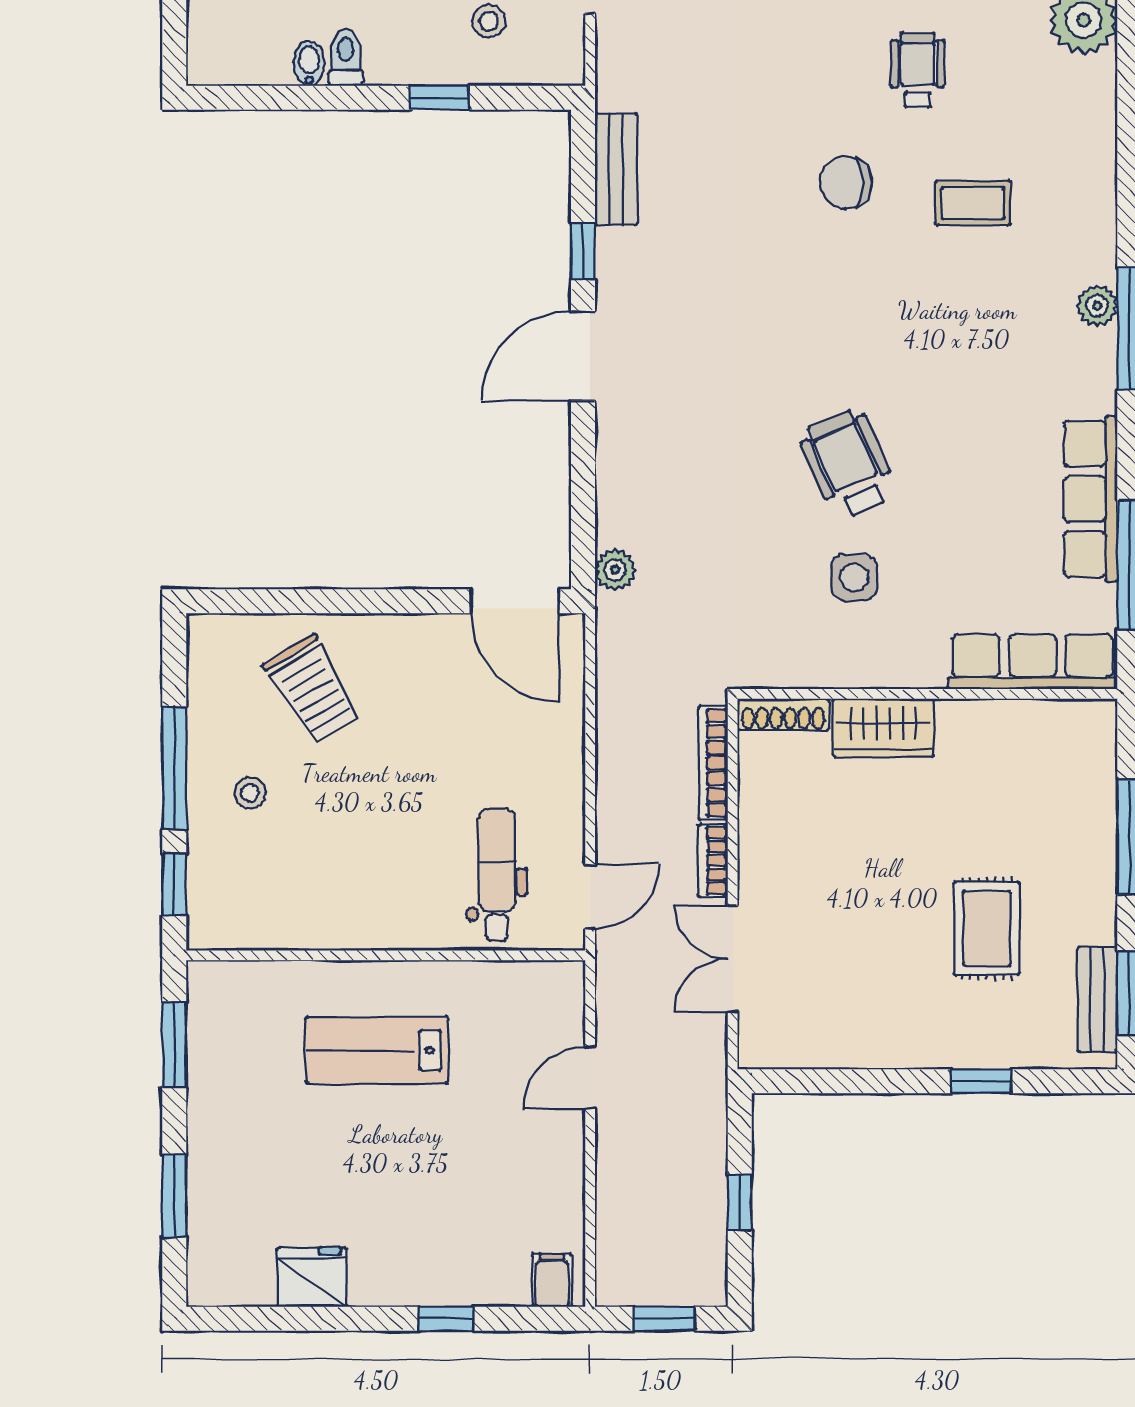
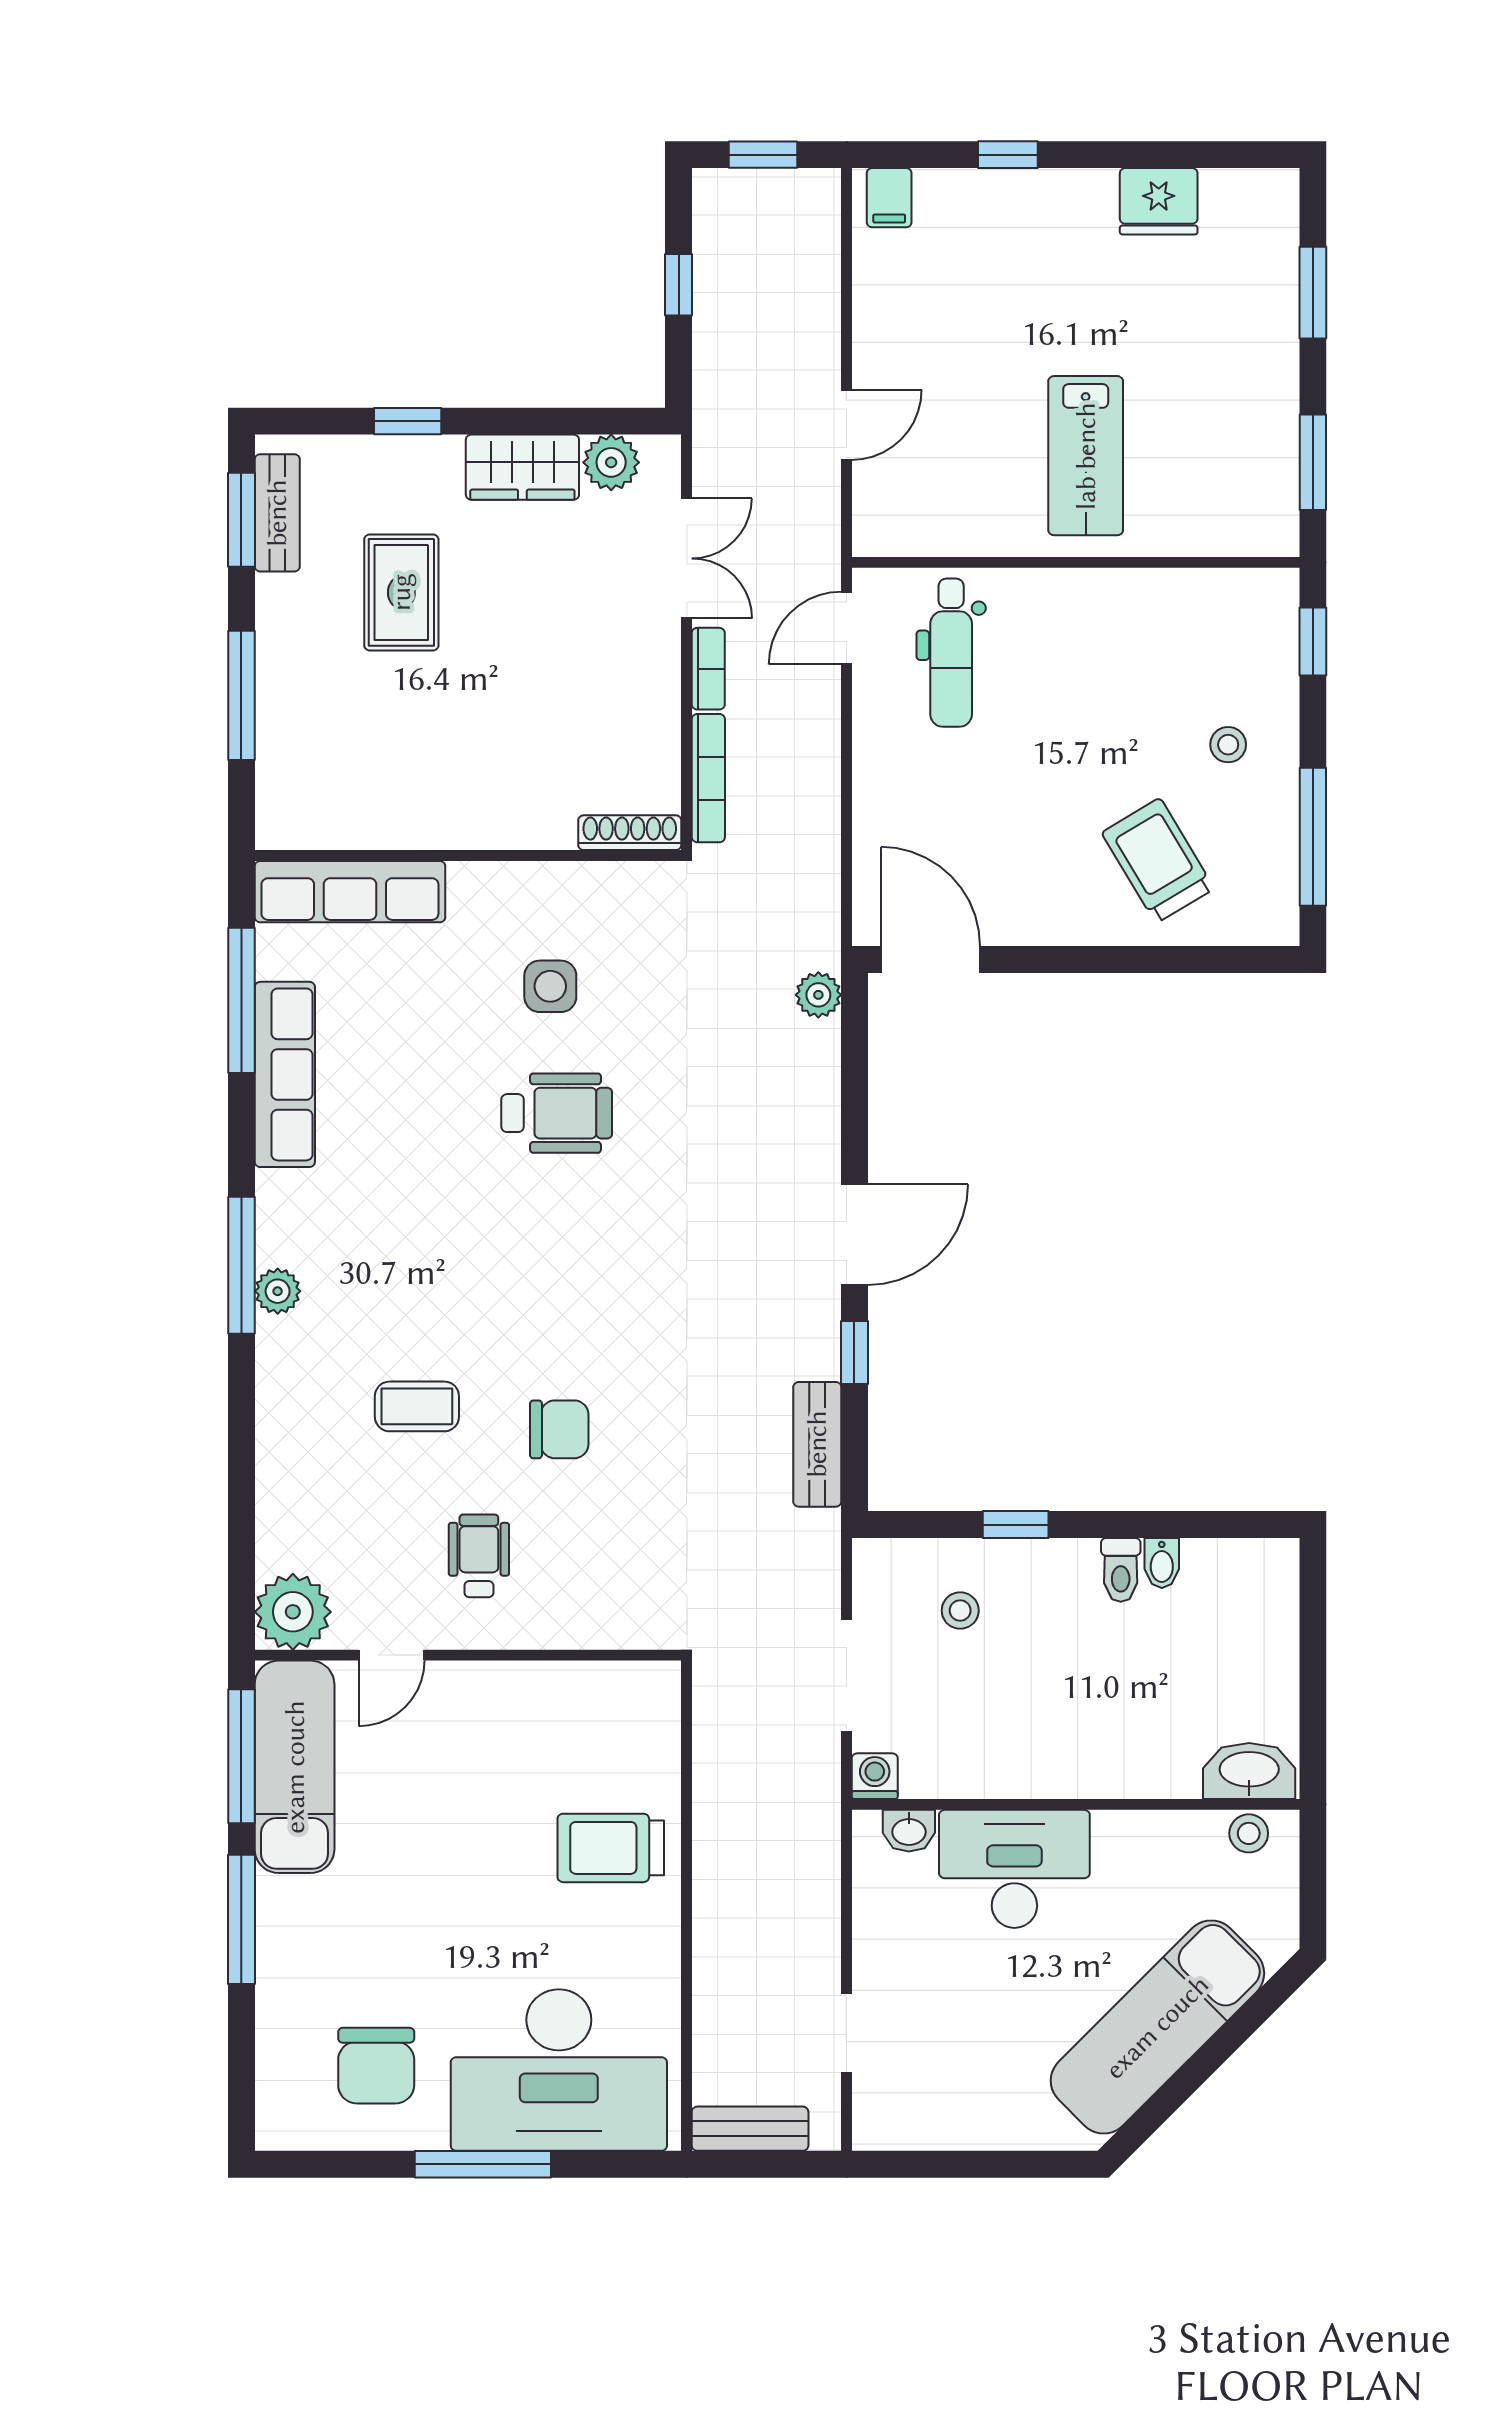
wheelchair: (918, 70) -> (479, 1556), turned 180
wheelchair: (848, 464) -> (557, 1113), turned -66
wardrobe: (883, 728) -> (522, 467), moved, turned 180
window: (174, 768) -> (1313, 837), moved
plant: (800, 1044) -> (611, 462), added
lab bench: (377, 1050) -> (1086, 456), turned 90

